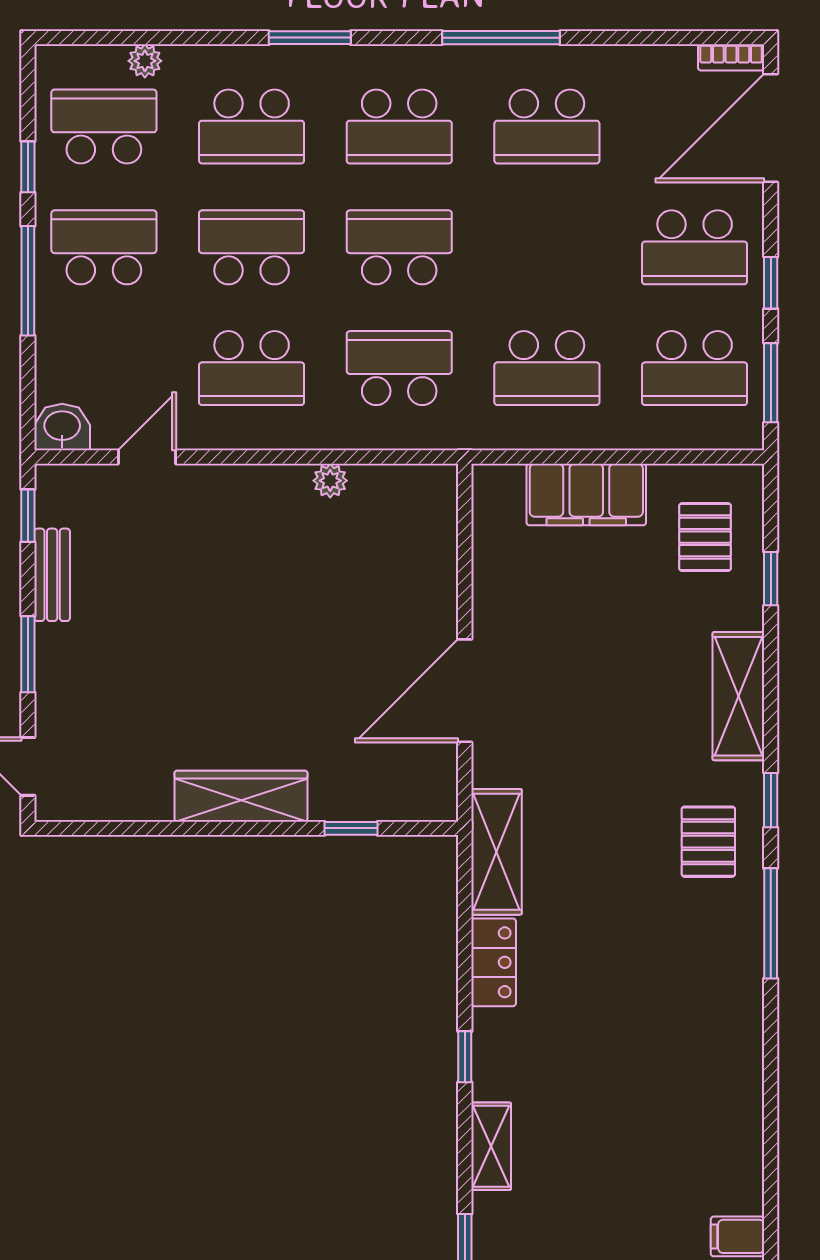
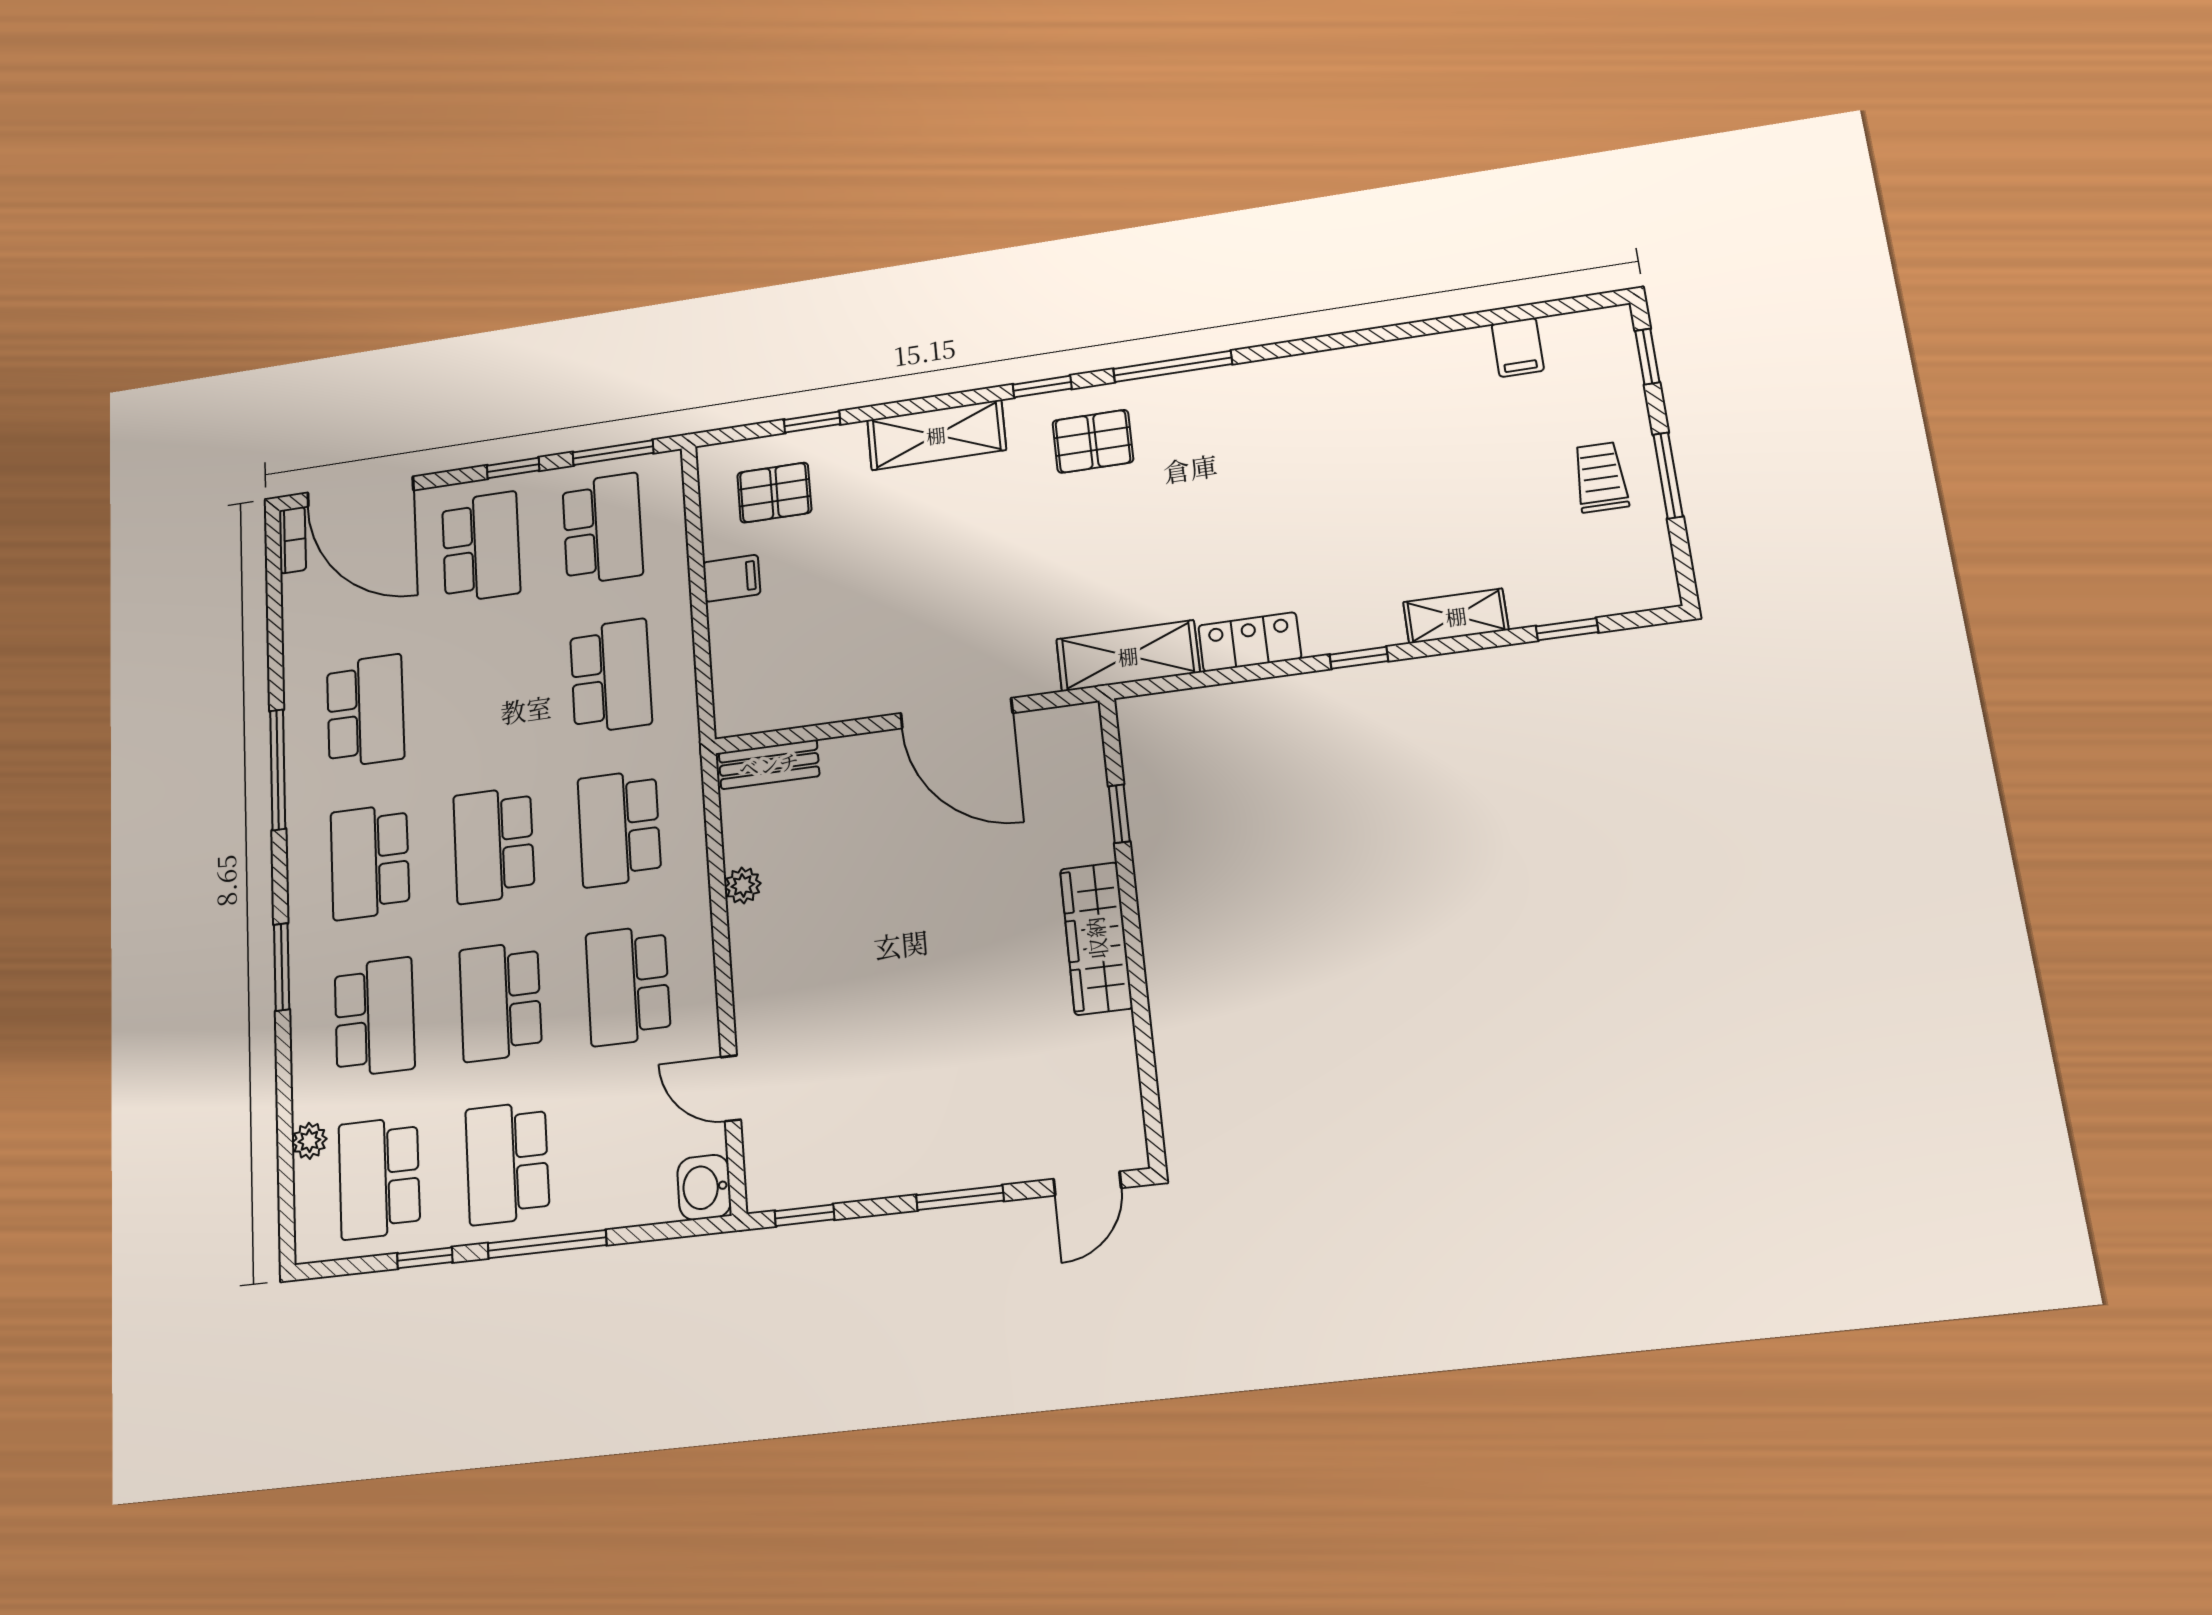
school desk: (399, 127) -> (370, 862), turned 180
school desk: (252, 368) -> (628, 985), turned 180
filing cabinet: (586, 495) -> (732, 578), width x0.33, depth x0.86
bench: (52, 575) -> (769, 764), moved

